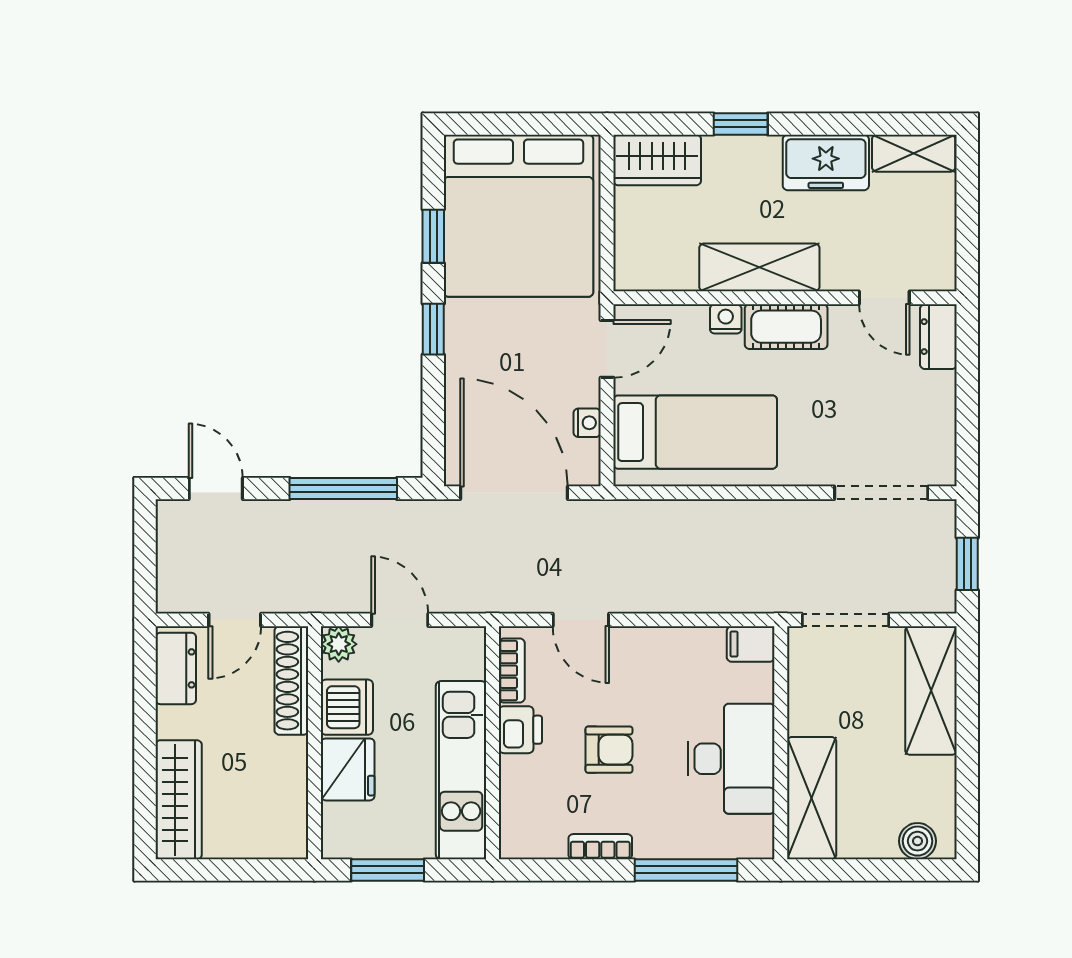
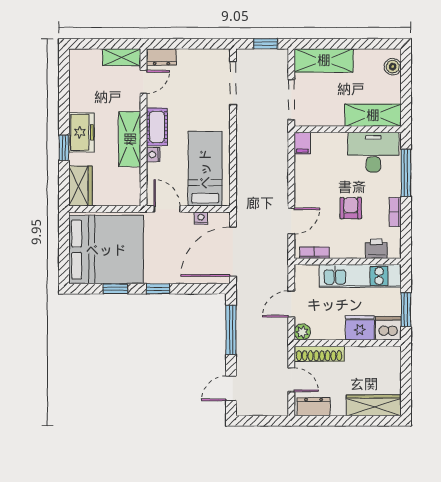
shelving: (914, 153) -> (122, 57), moved, turned 90
freezer: (826, 162) -> (82, 132), moved
dishwasher: (347, 707) -> (388, 328), moved
printer: (520, 730) -> (376, 249), moved
desk: (731, 759) -> (373, 152), moved

